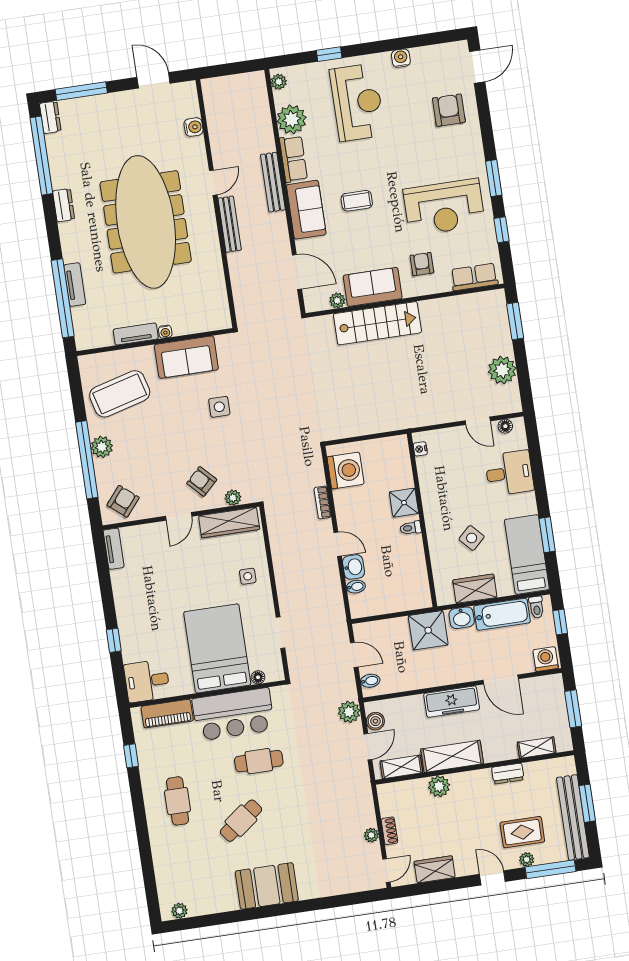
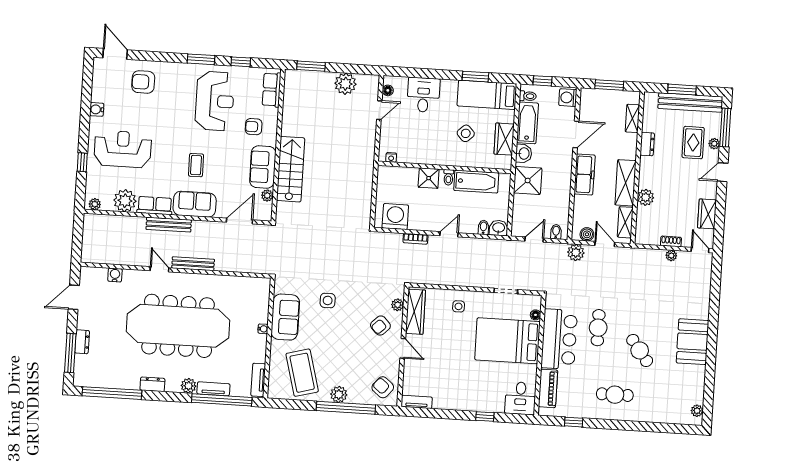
dresser: (50, 117) -> (82, 342), moved, turned 90
plant: (72, 252) -> (189, 386), added
tv unit: (136, 334) -> (258, 380), moved
bathtub: (413, 565) -> (476, 182), added
washbasin: (354, 567) -> (499, 228), moved

